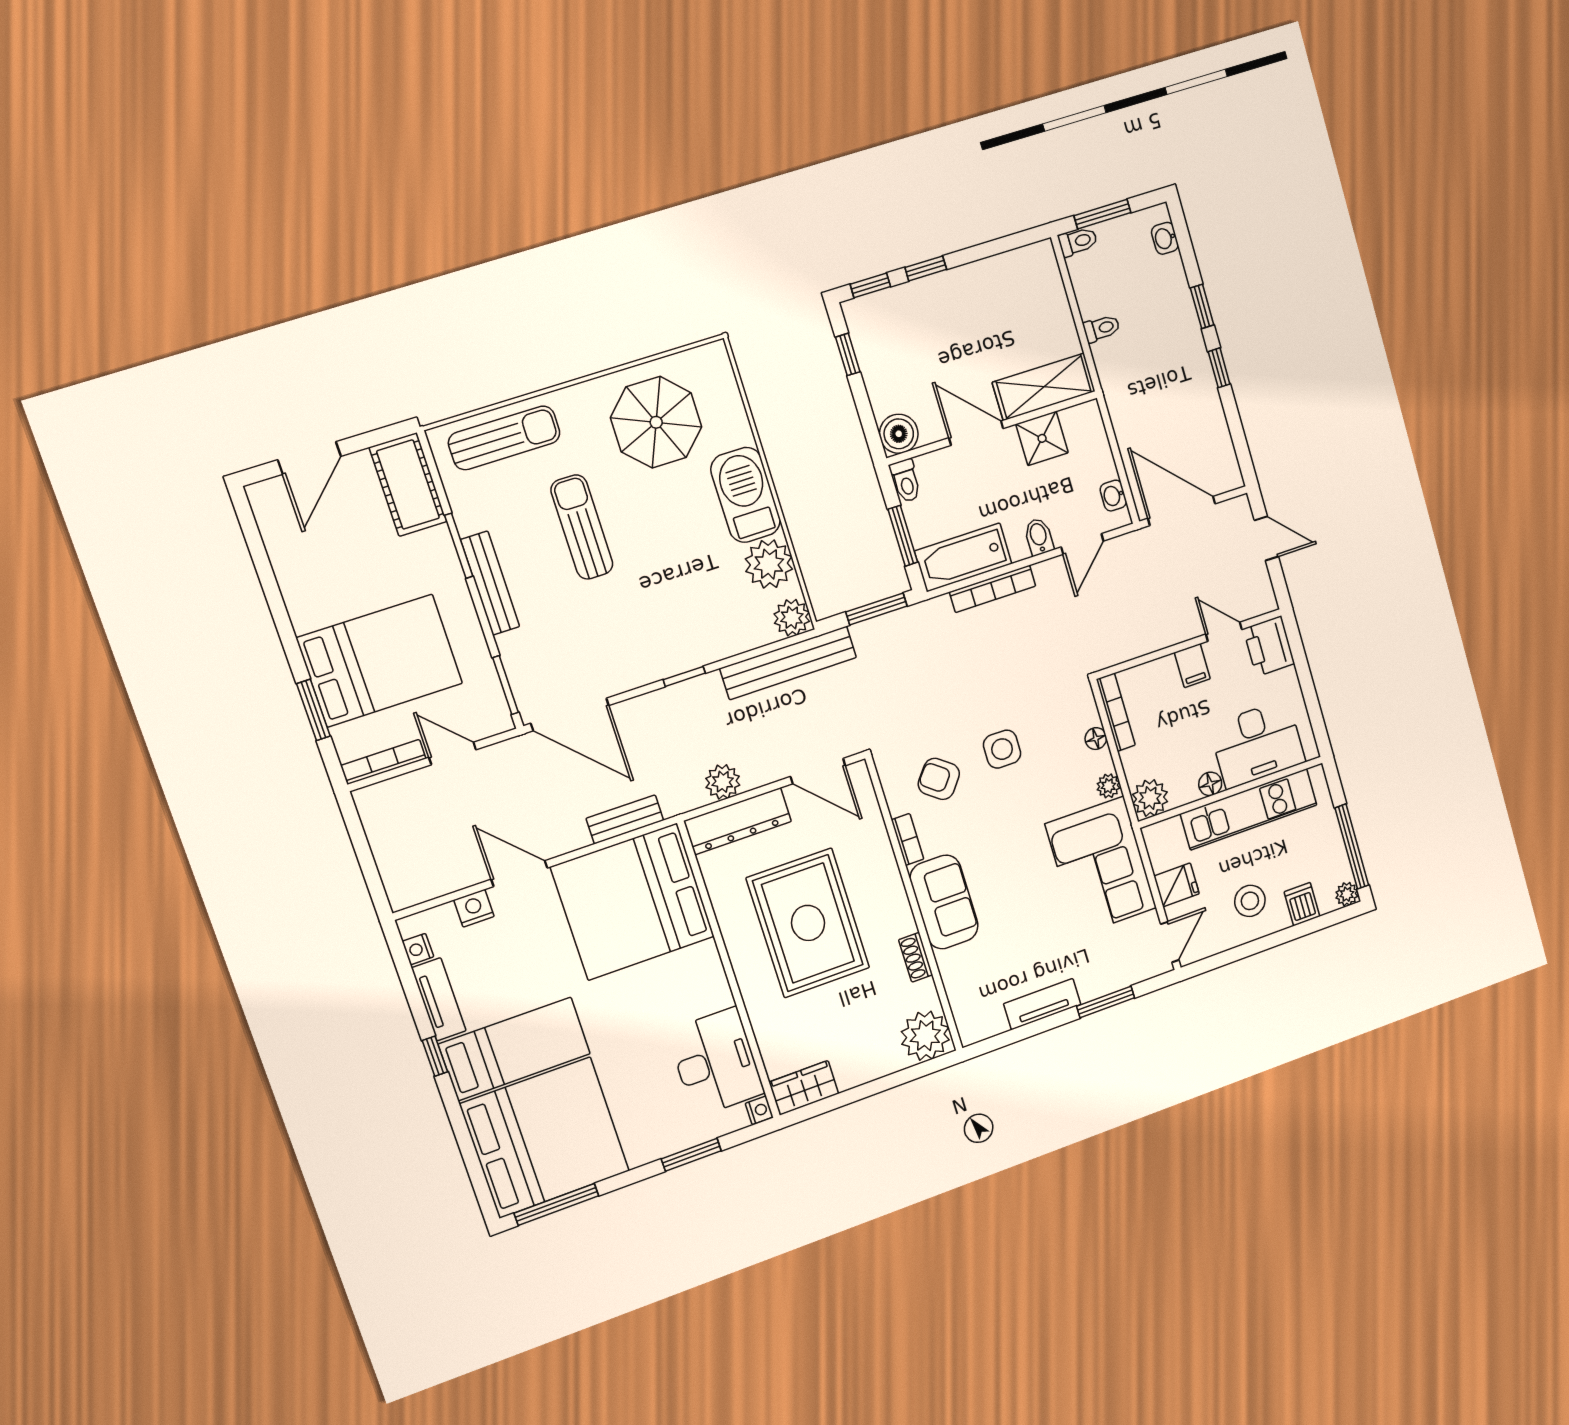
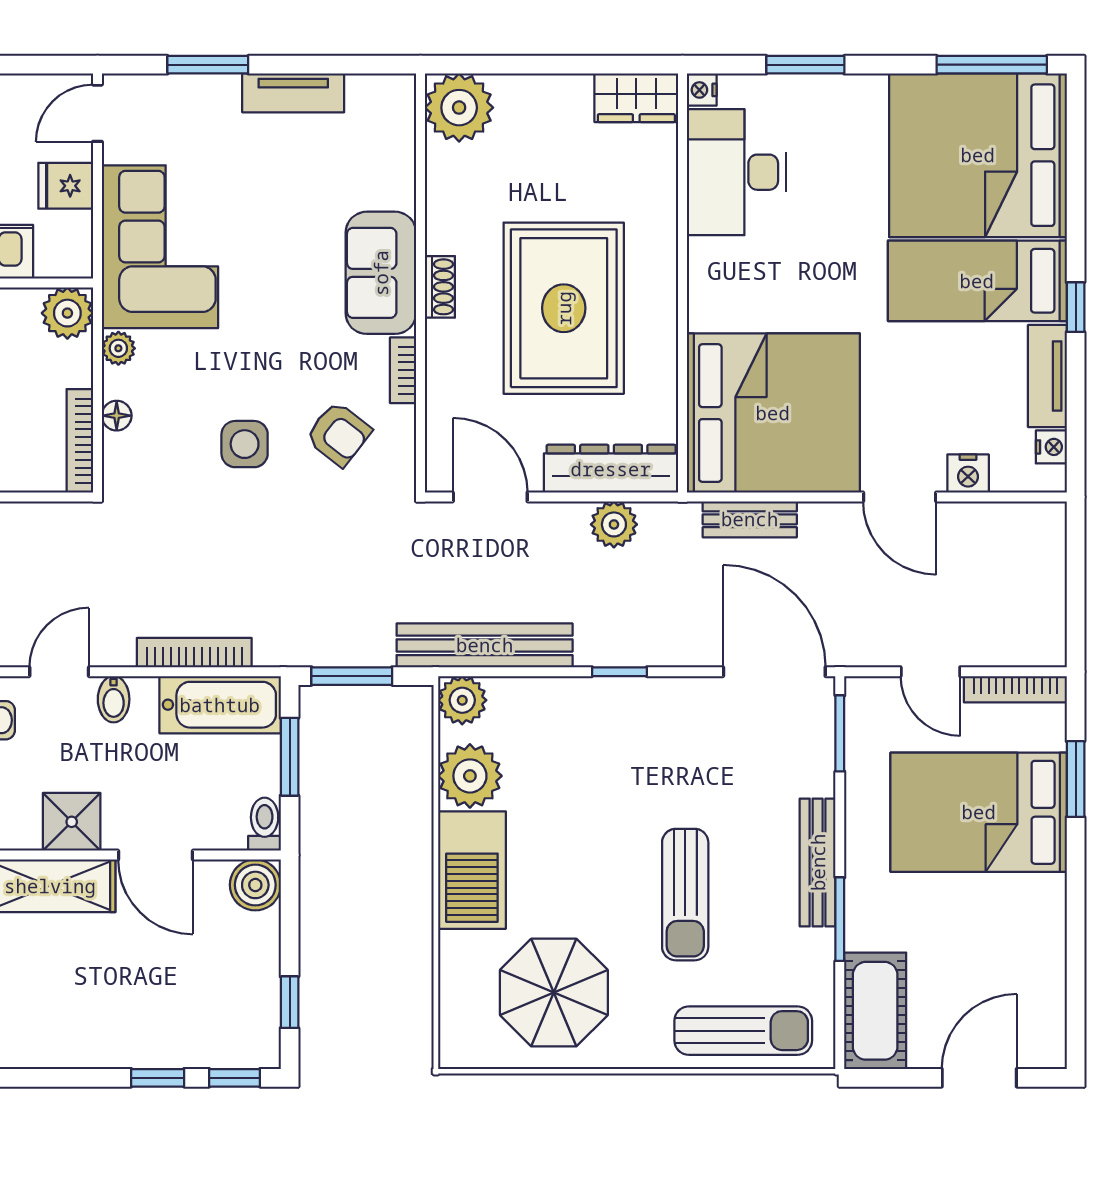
sun lounger: (504, 438) -> (743, 1031), turned 180
shoe rack: (916, 957) -> (440, 287), moved

